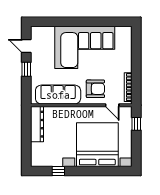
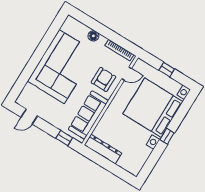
floor lamp: (127, 58) -> (93, 36), added
window: (26, 69) -> (64, 138), moved
window: (136, 124) -> (167, 70), moved
window: (58, 171) -> (167, 136), moved

